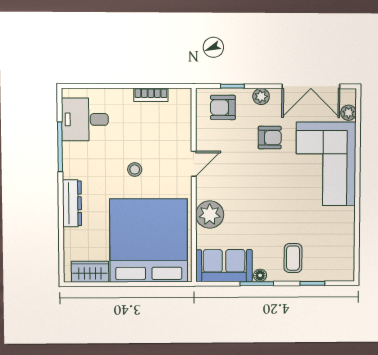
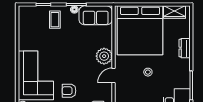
dresser: (72, 203) -> (185, 48), width x0.70
plant: (210, 215) -> (104, 56), moved

